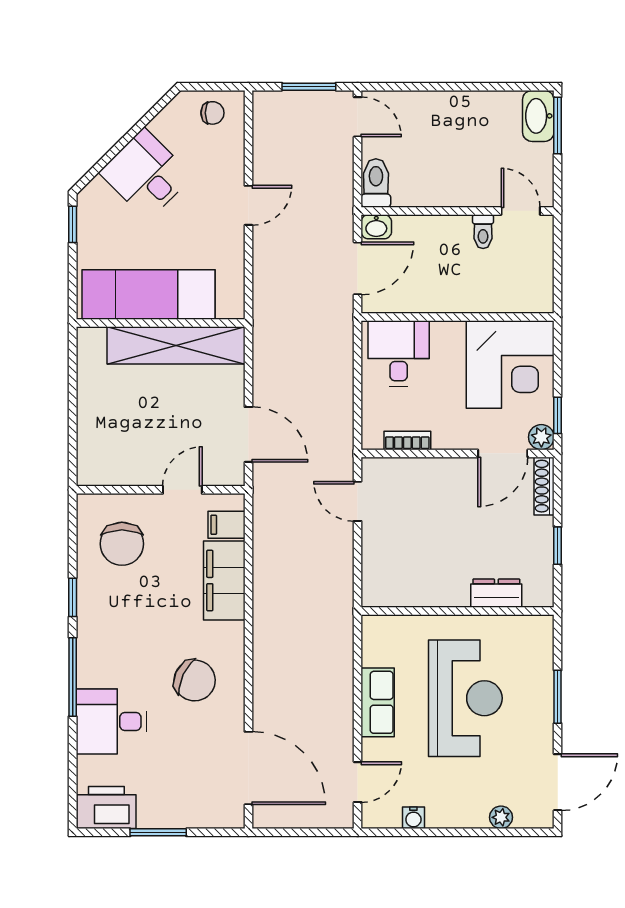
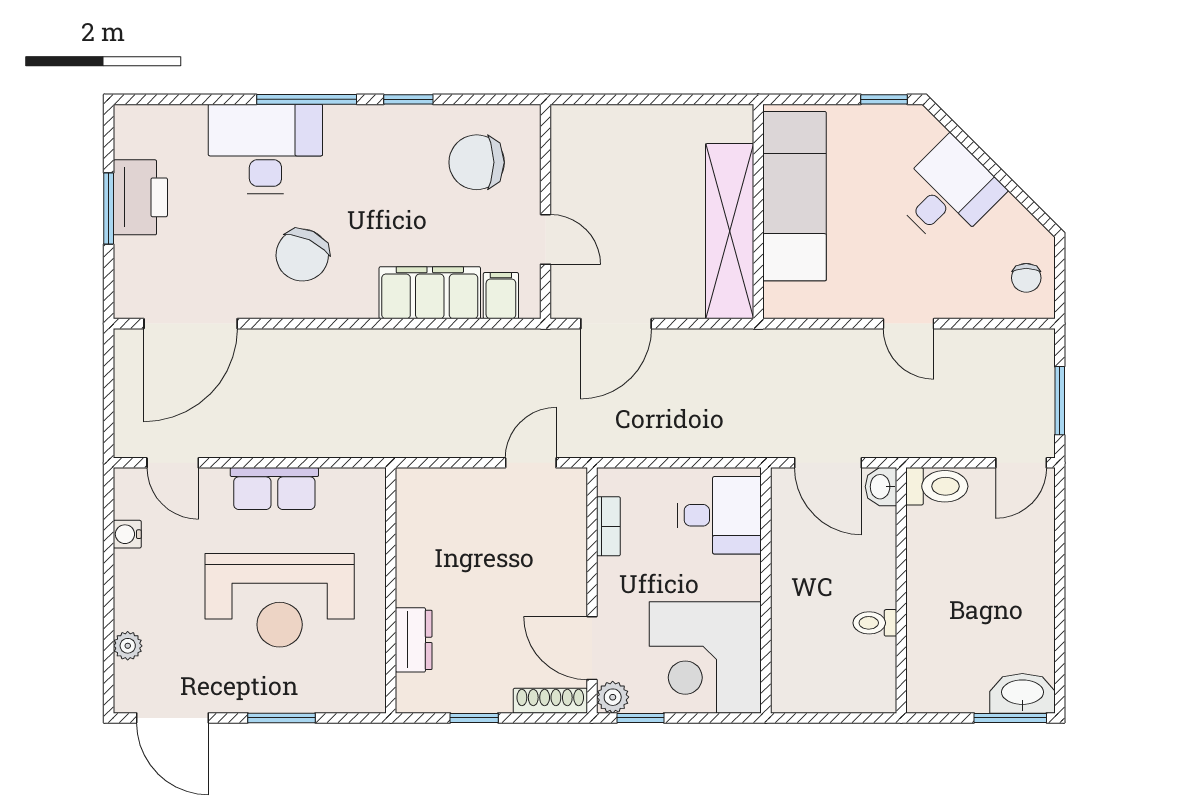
door: (521, 211) -> (901, 671), removed
desk: (111, 722) -> (265, 149), width x1.37
printer: (106, 807) -> (140, 197), moved

